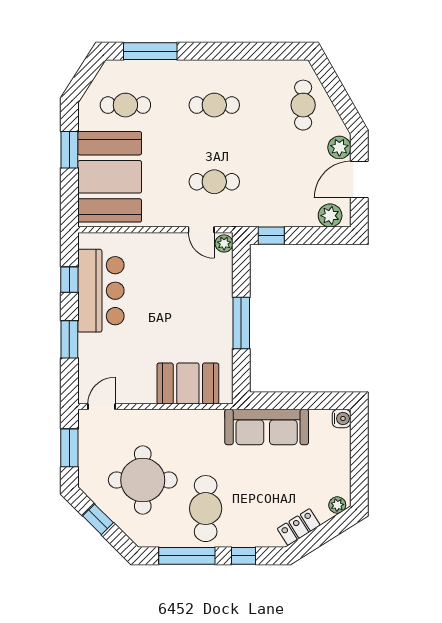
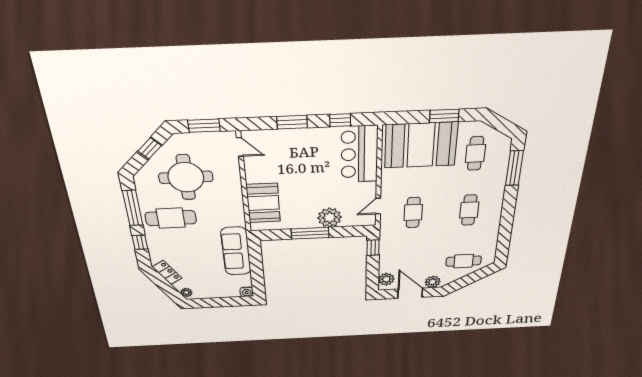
plant: (224, 243) -> (330, 218), moved, width x1.88, depth x1.88
bar counter: (101, 291) -> (359, 154), moved, turned 90

